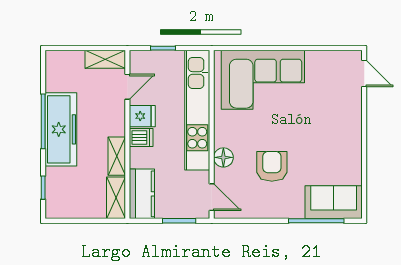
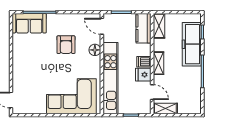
door: (127, 87) -> (152, 92), swing flipped
freezer: (61, 129) -> (192, 44), moved
shelving: (117, 156) -> (158, 63), moved

